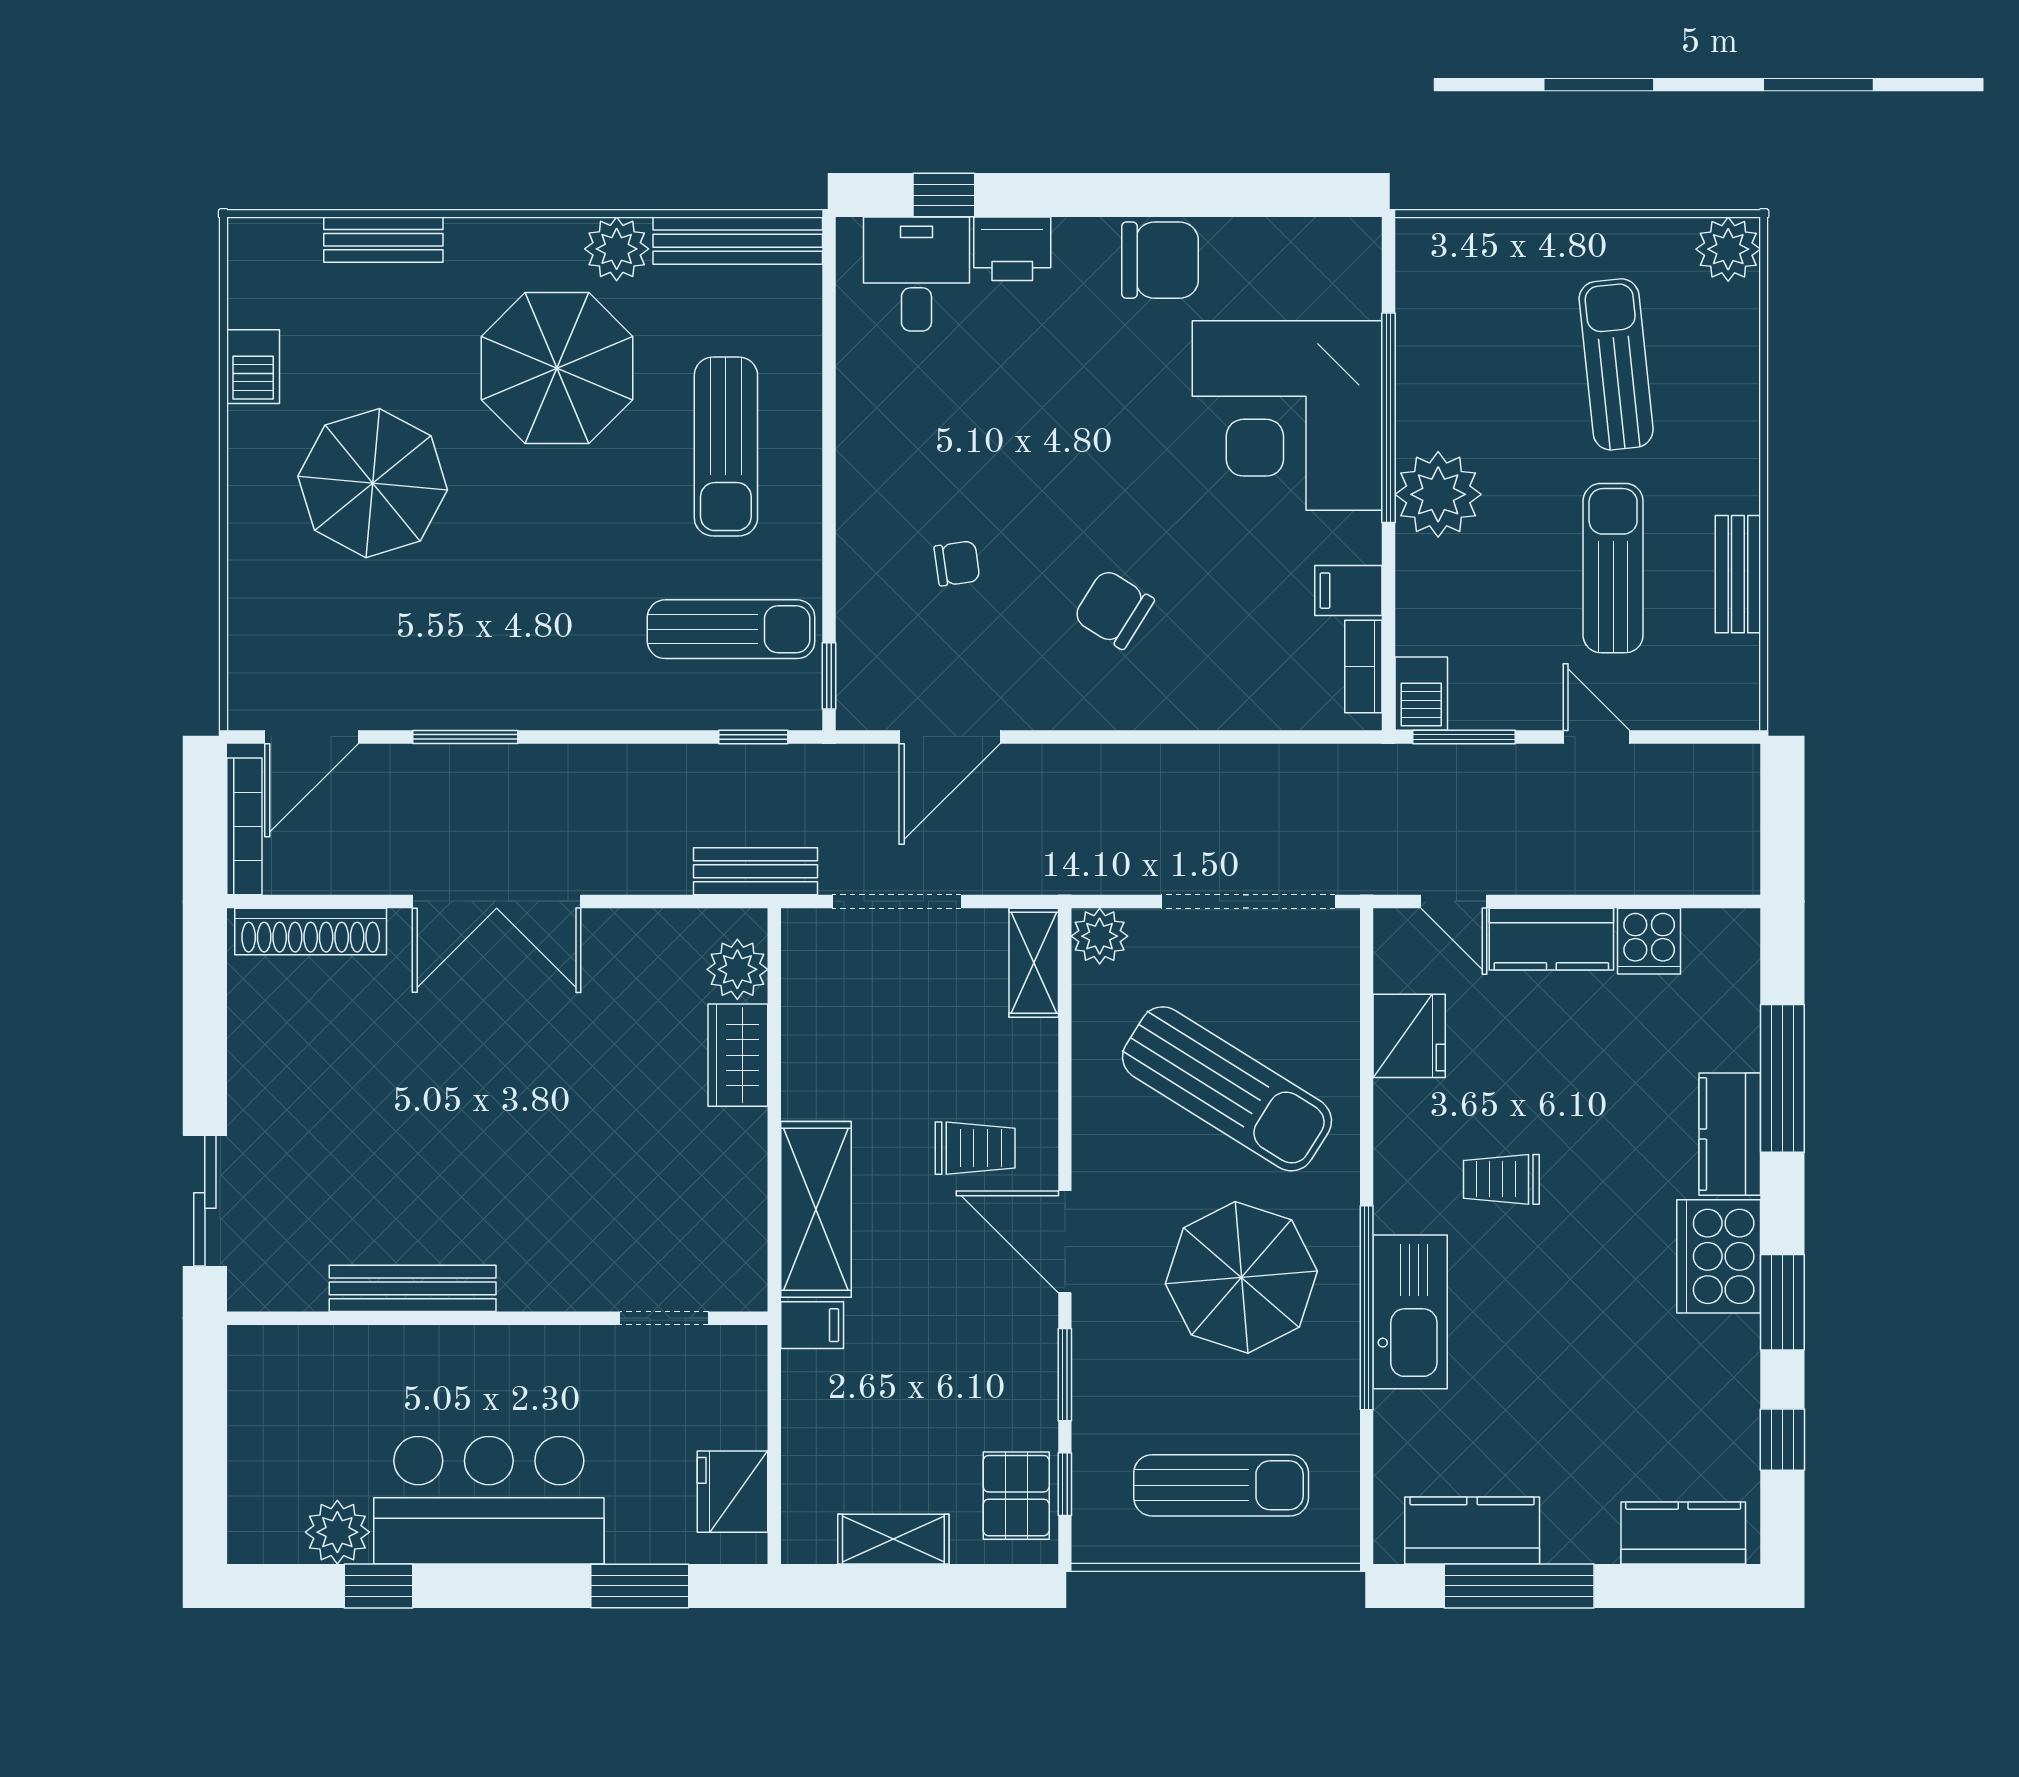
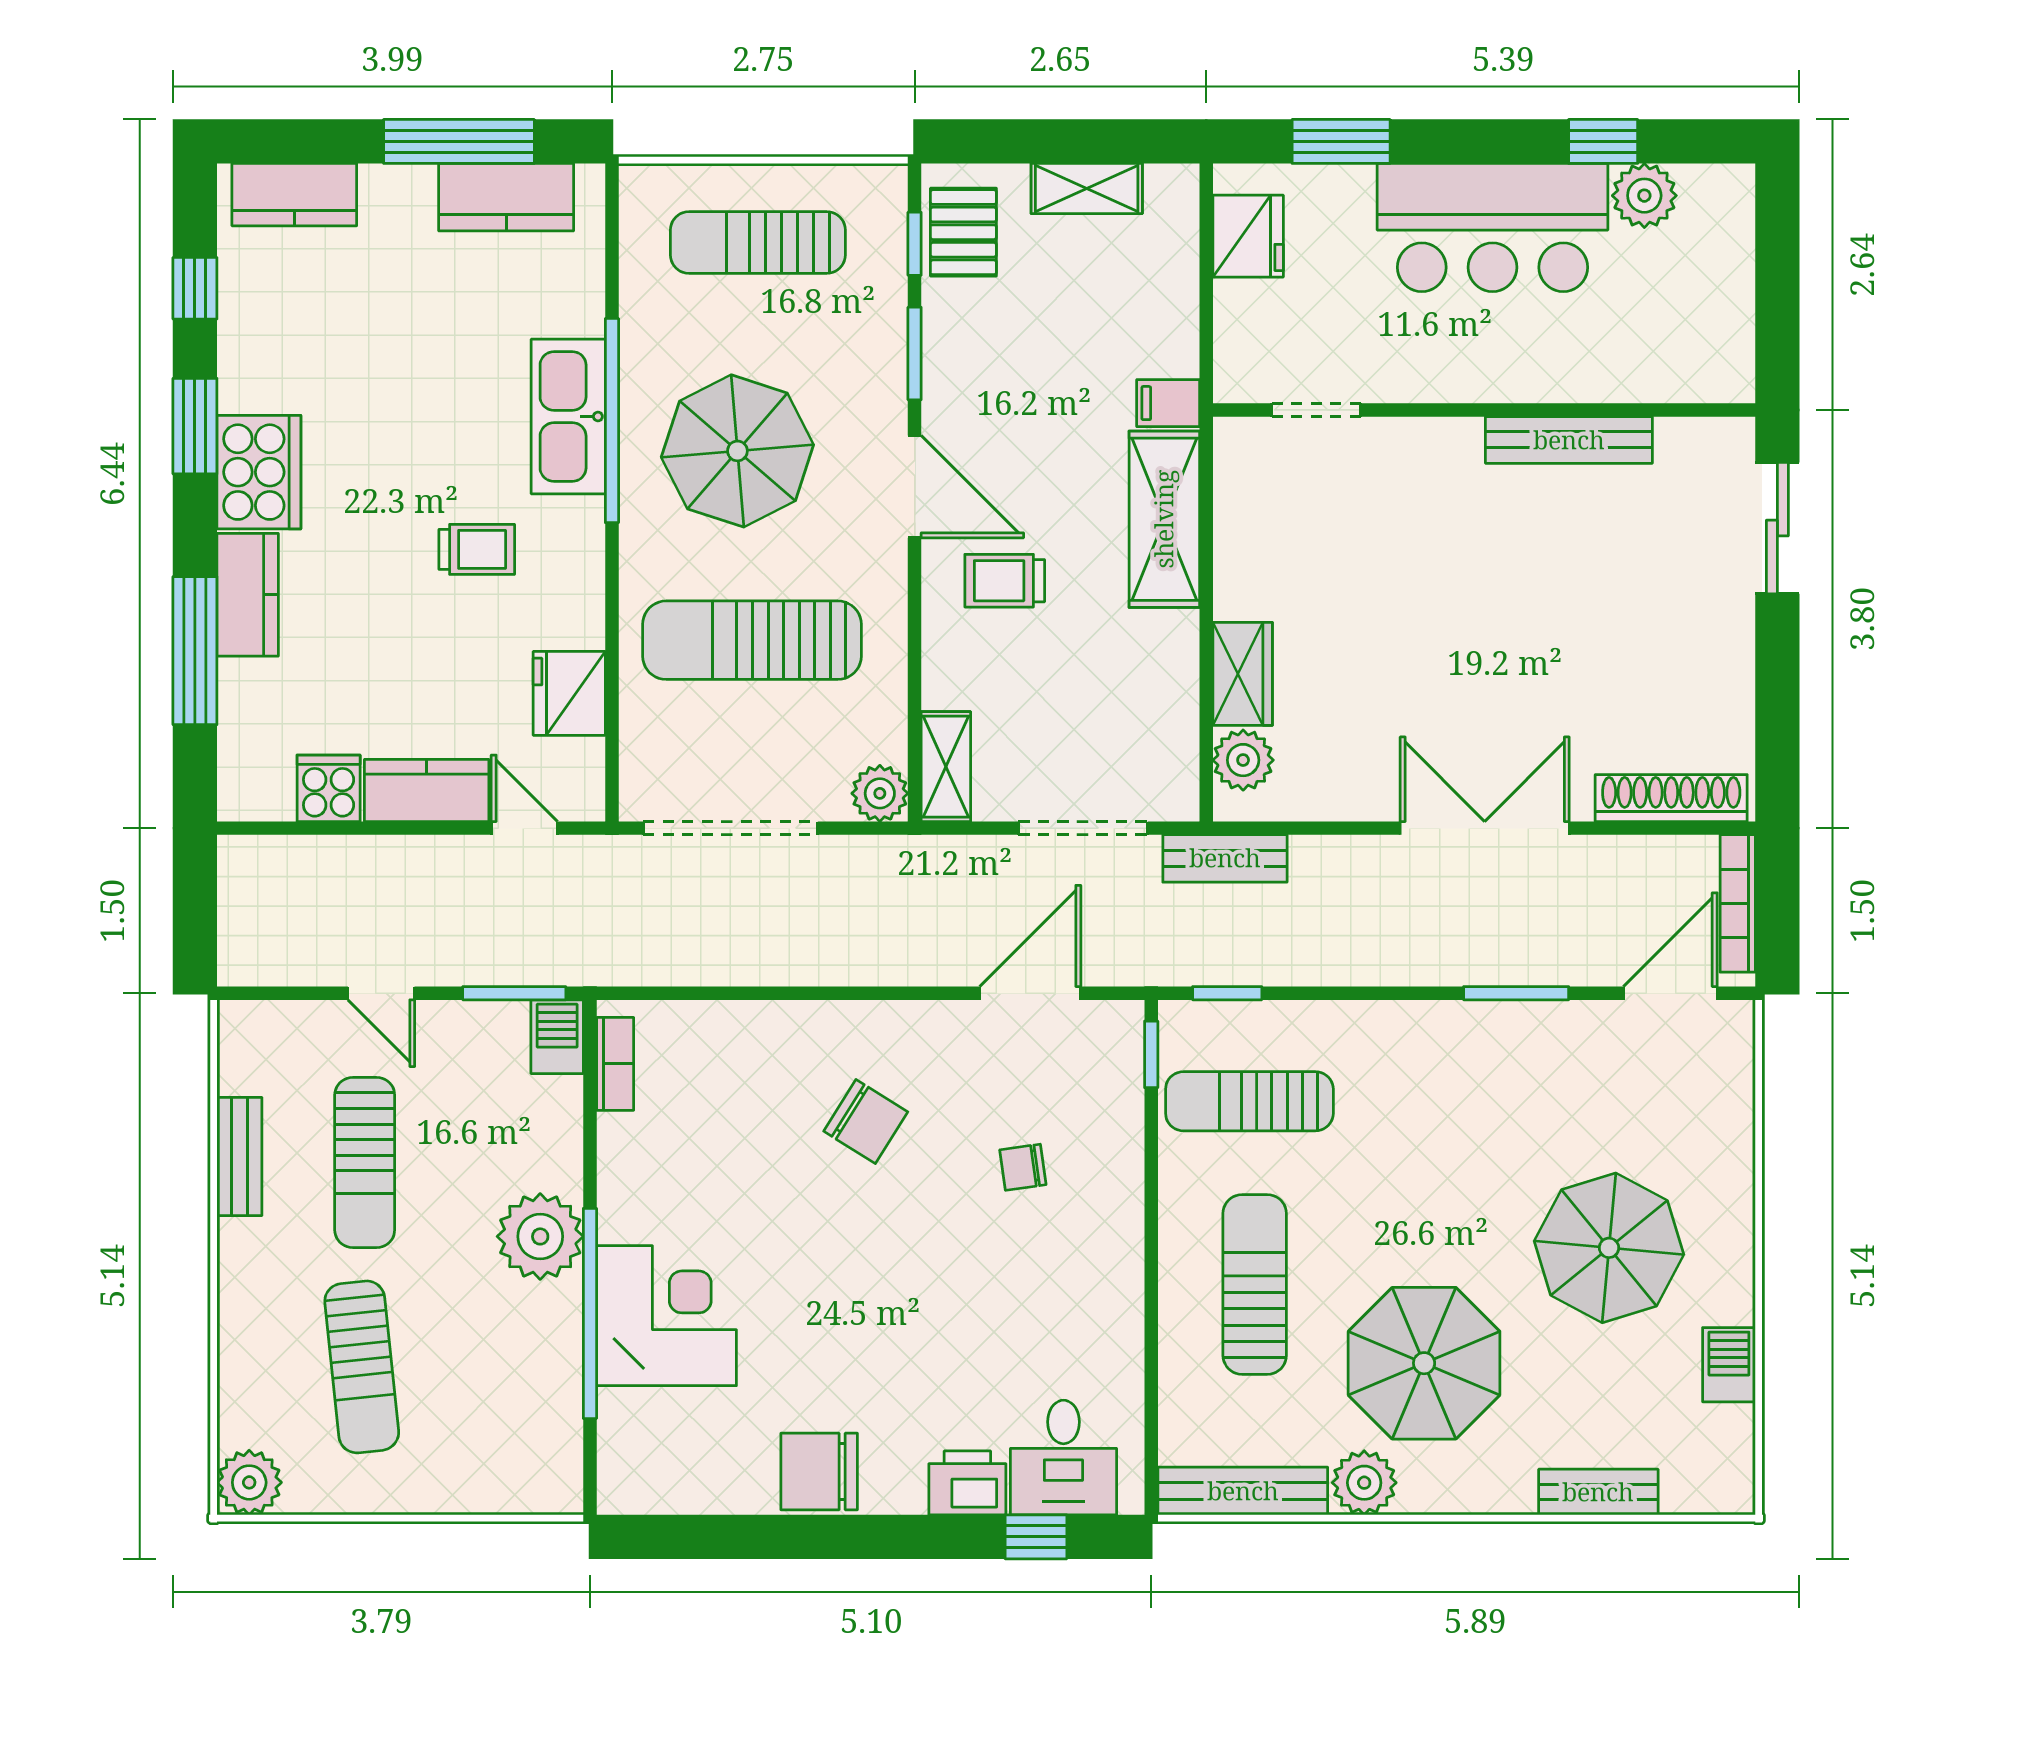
corner desk: (1287, 415) -> (666, 1316), width x0.74, depth x0.74
filing cabinet: (1348, 591) -> (630, 1140), removed
sun lounger: (1227, 1089) -> (752, 640), turned -32

